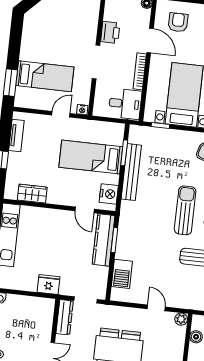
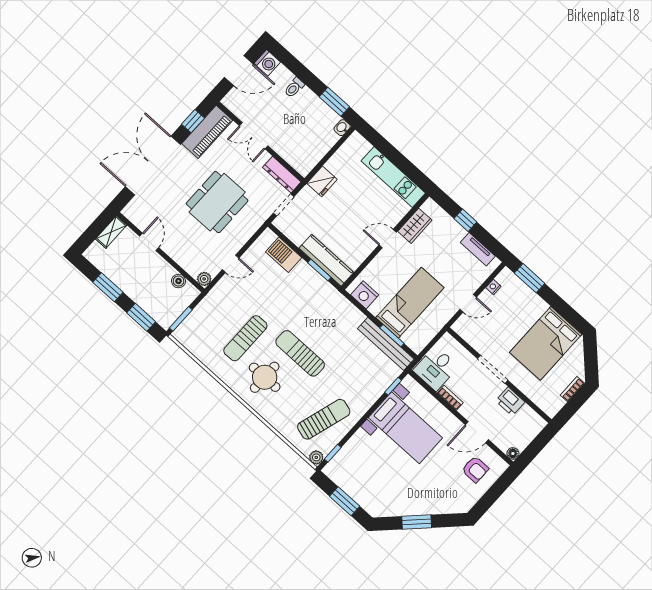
bookcase: (140, 71) -> (450, 398), width x0.64
bed: (45, 76) -> (546, 343), moved, width x1.50
nightstand: (82, 110) -> (493, 287), moved
door: (61, 114) -> (468, 303), hinge flipped
bench: (131, 172) -> (386, 344), moved
door: (85, 210) -> (388, 239), moved
sun lounger: (185, 210) -> (300, 353), turned 180

